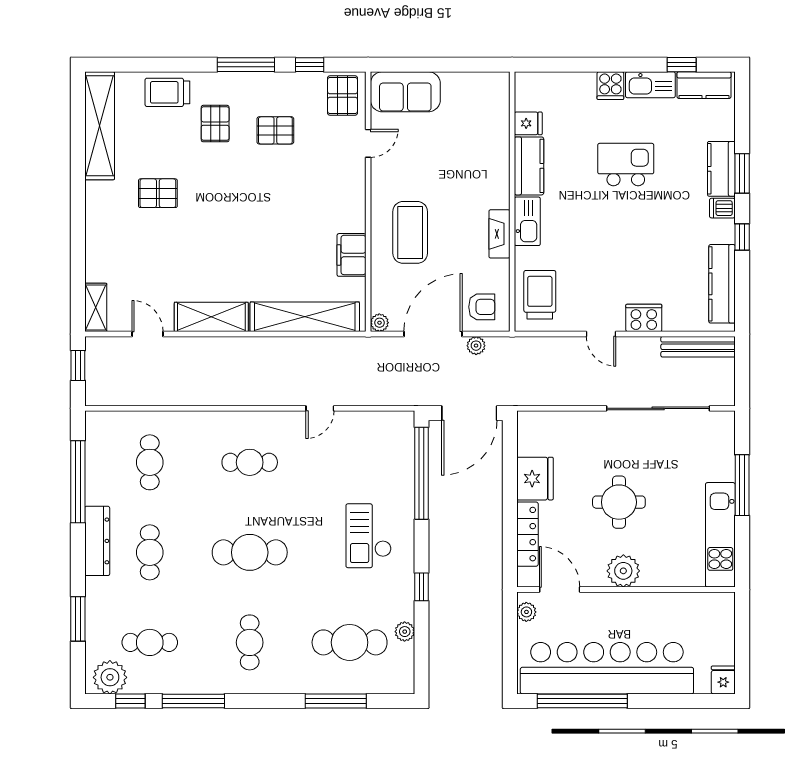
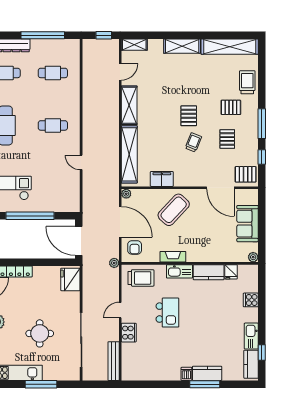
plant: (500, 81) -> (253, 257), added
cooker: (610, 86) -> (251, 300), moved
sofa: (405, 92) -> (248, 224), moved
door: (368, 143) -> (220, 188), width x1.88
kitchen island: (626, 165) -> (167, 313), moved
window: (742, 173) -> (205, 384), width x1.44
pallet: (158, 193) -> (189, 116), moved
trolley: (282, 195) -> (193, 142), added
shelving: (99, 216) -> (182, 46), added
coffee table: (410, 232) -> (174, 210), turned -47
window: (742, 237) -> (171, 384), removed
kitchen counter: (722, 284) -> (147, 374), removed
plant: (476, 346) -> (114, 263), moved
cafe table: (250, 462) -> (53, 125), turned 90
window: (422, 473) -> (30, 216), moved
fridge: (535, 479) -> (70, 279), moved, turned 90
round table: (619, 502) -> (40, 333), moved

